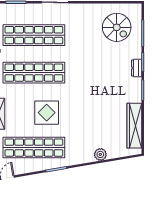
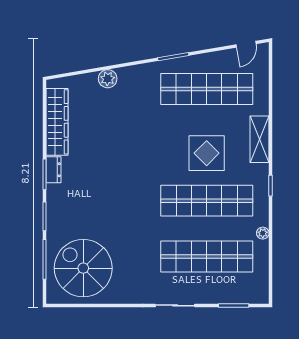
spiral stairs: (117, 27) -> (83, 268), width x1.37, depth x1.37
dresser: (137, 68) -> (53, 170), moved
display table: (47, 113) -> (207, 153), moved

